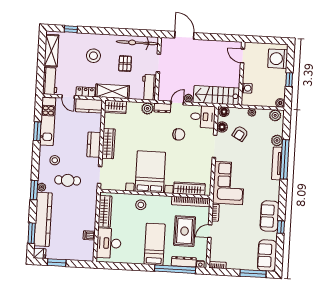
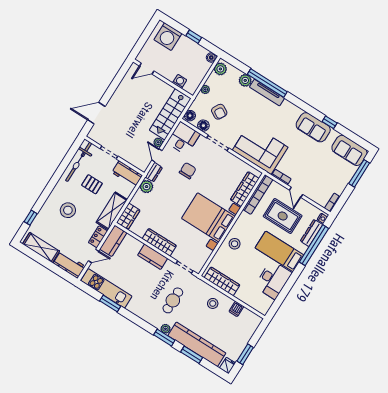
stool: (55, 160) -> (213, 303), moved
window: (32, 233) -> (192, 355), moved
desk: (109, 243) -> (273, 280), moved, turned -90

